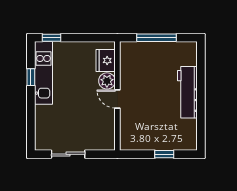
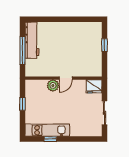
window: (51, 38) -> (23, 104), moved
fridge: (106, 60) -> (94, 86), moved
workbench: (187, 92) -> (32, 40), moved, turned -90

